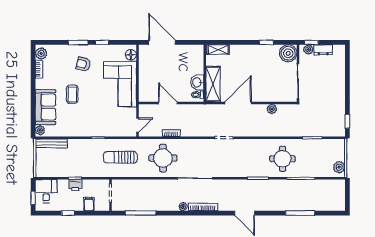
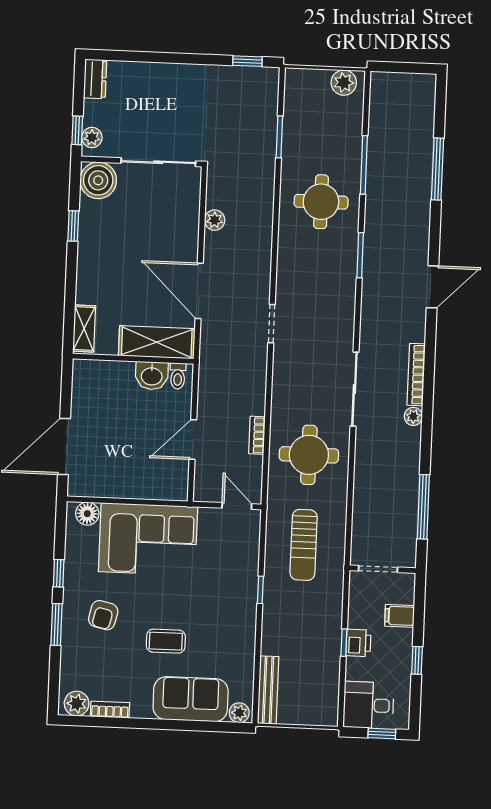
dresser: (323, 50) -> (95, 79), moved

